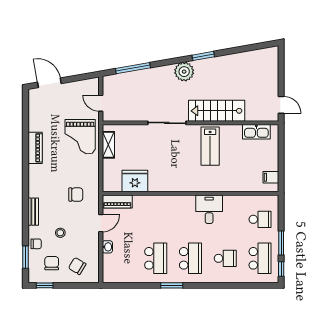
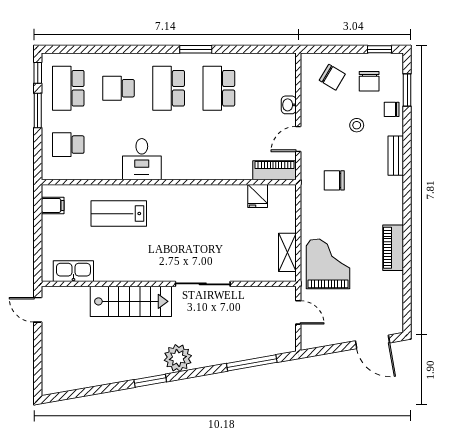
lab bench: (210, 146) -> (119, 214), moved, turned -90
fridge: (135, 181) -> (258, 196), width x0.53, depth x0.75

